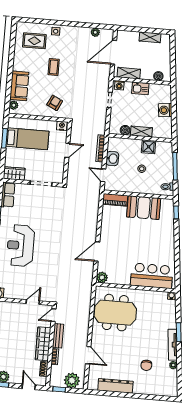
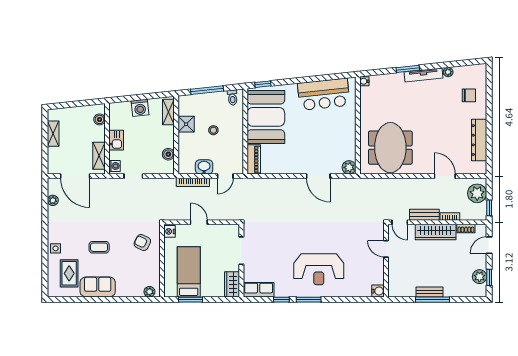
sofa: (19, 86) -> (98, 287), moved
shelving: (141, 132) -> (168, 112), moved
booth: (144, 208) -> (266, 117), width x1.36, depth x1.42
bar counter: (152, 276) -> (324, 94), moved, turned -96
door: (88, 355) -> (445, 176), hinge flipped
chair: (146, 365) -> (469, 95), moved

